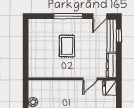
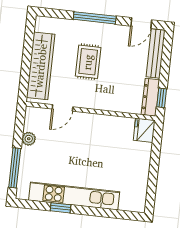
window: (119, 36) -> (162, 98), moved
wardrobe: (36, 52) -> (41, 66), added
door: (90, 79) -> (62, 108), moved

